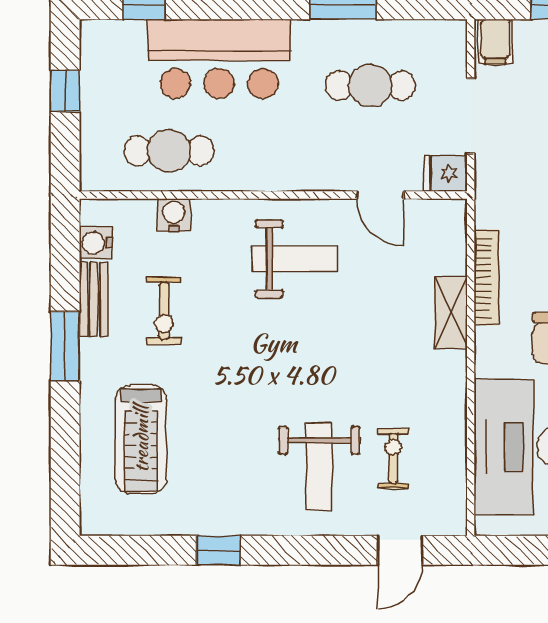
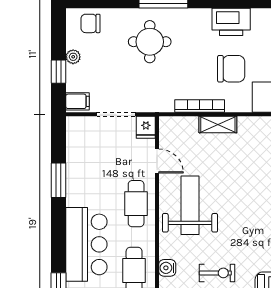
cafe table: (370, 86) -> (136, 204), moved
door: (380, 195) -> (157, 161), hinge flipped
weight bench: (295, 259) -> (190, 205), width x1.36, depth x1.33

